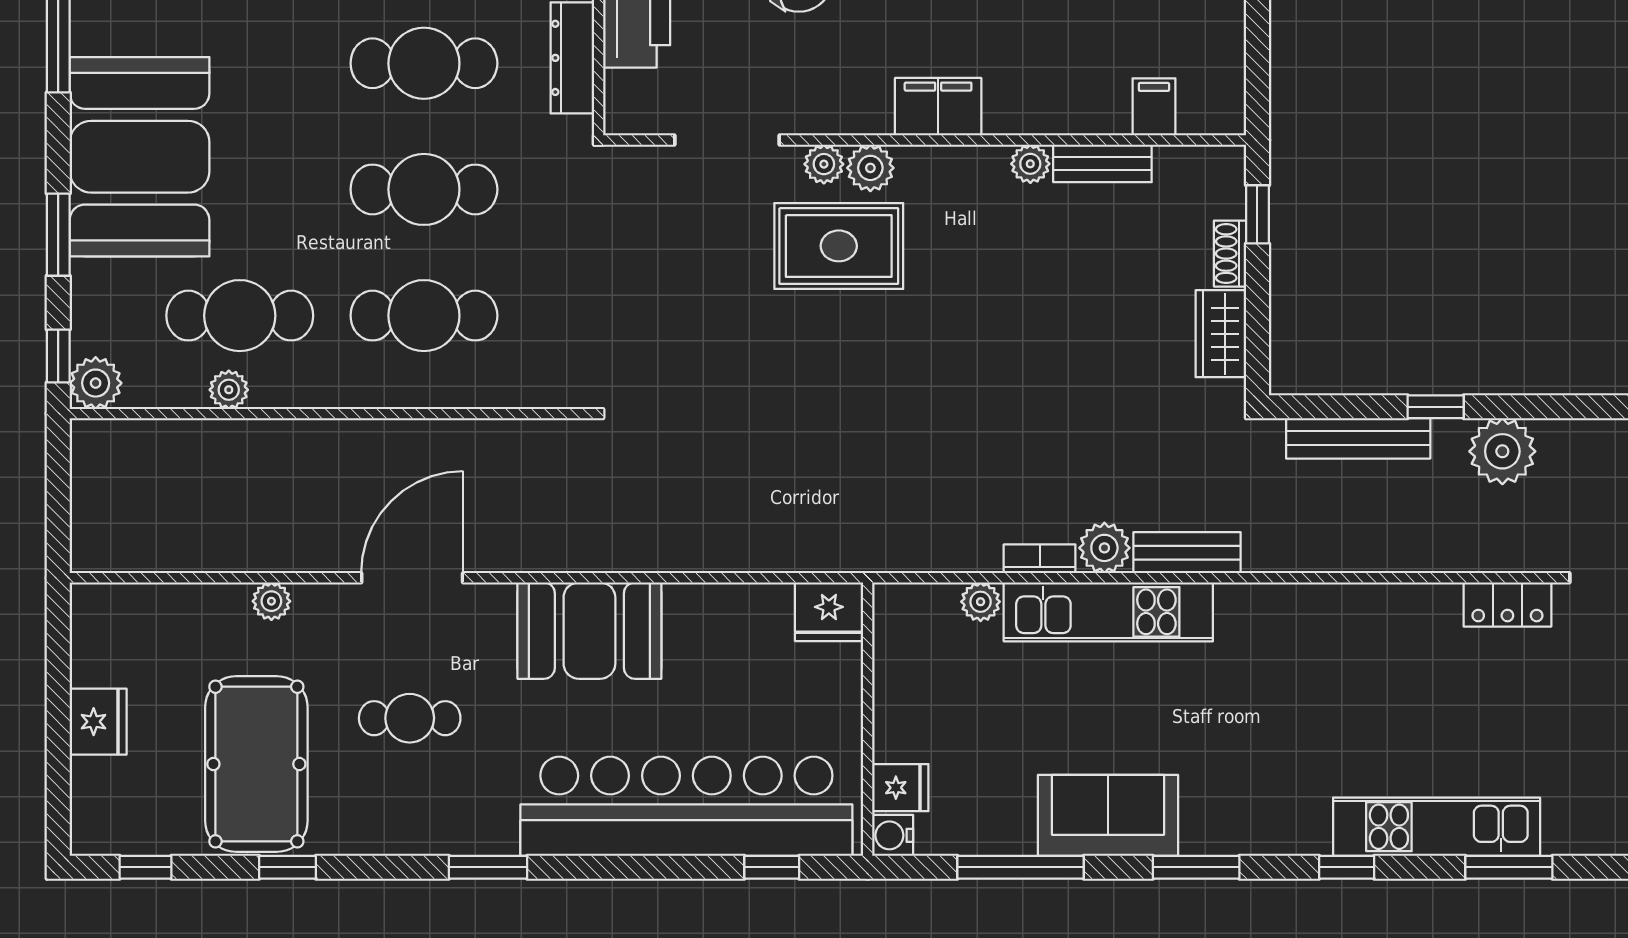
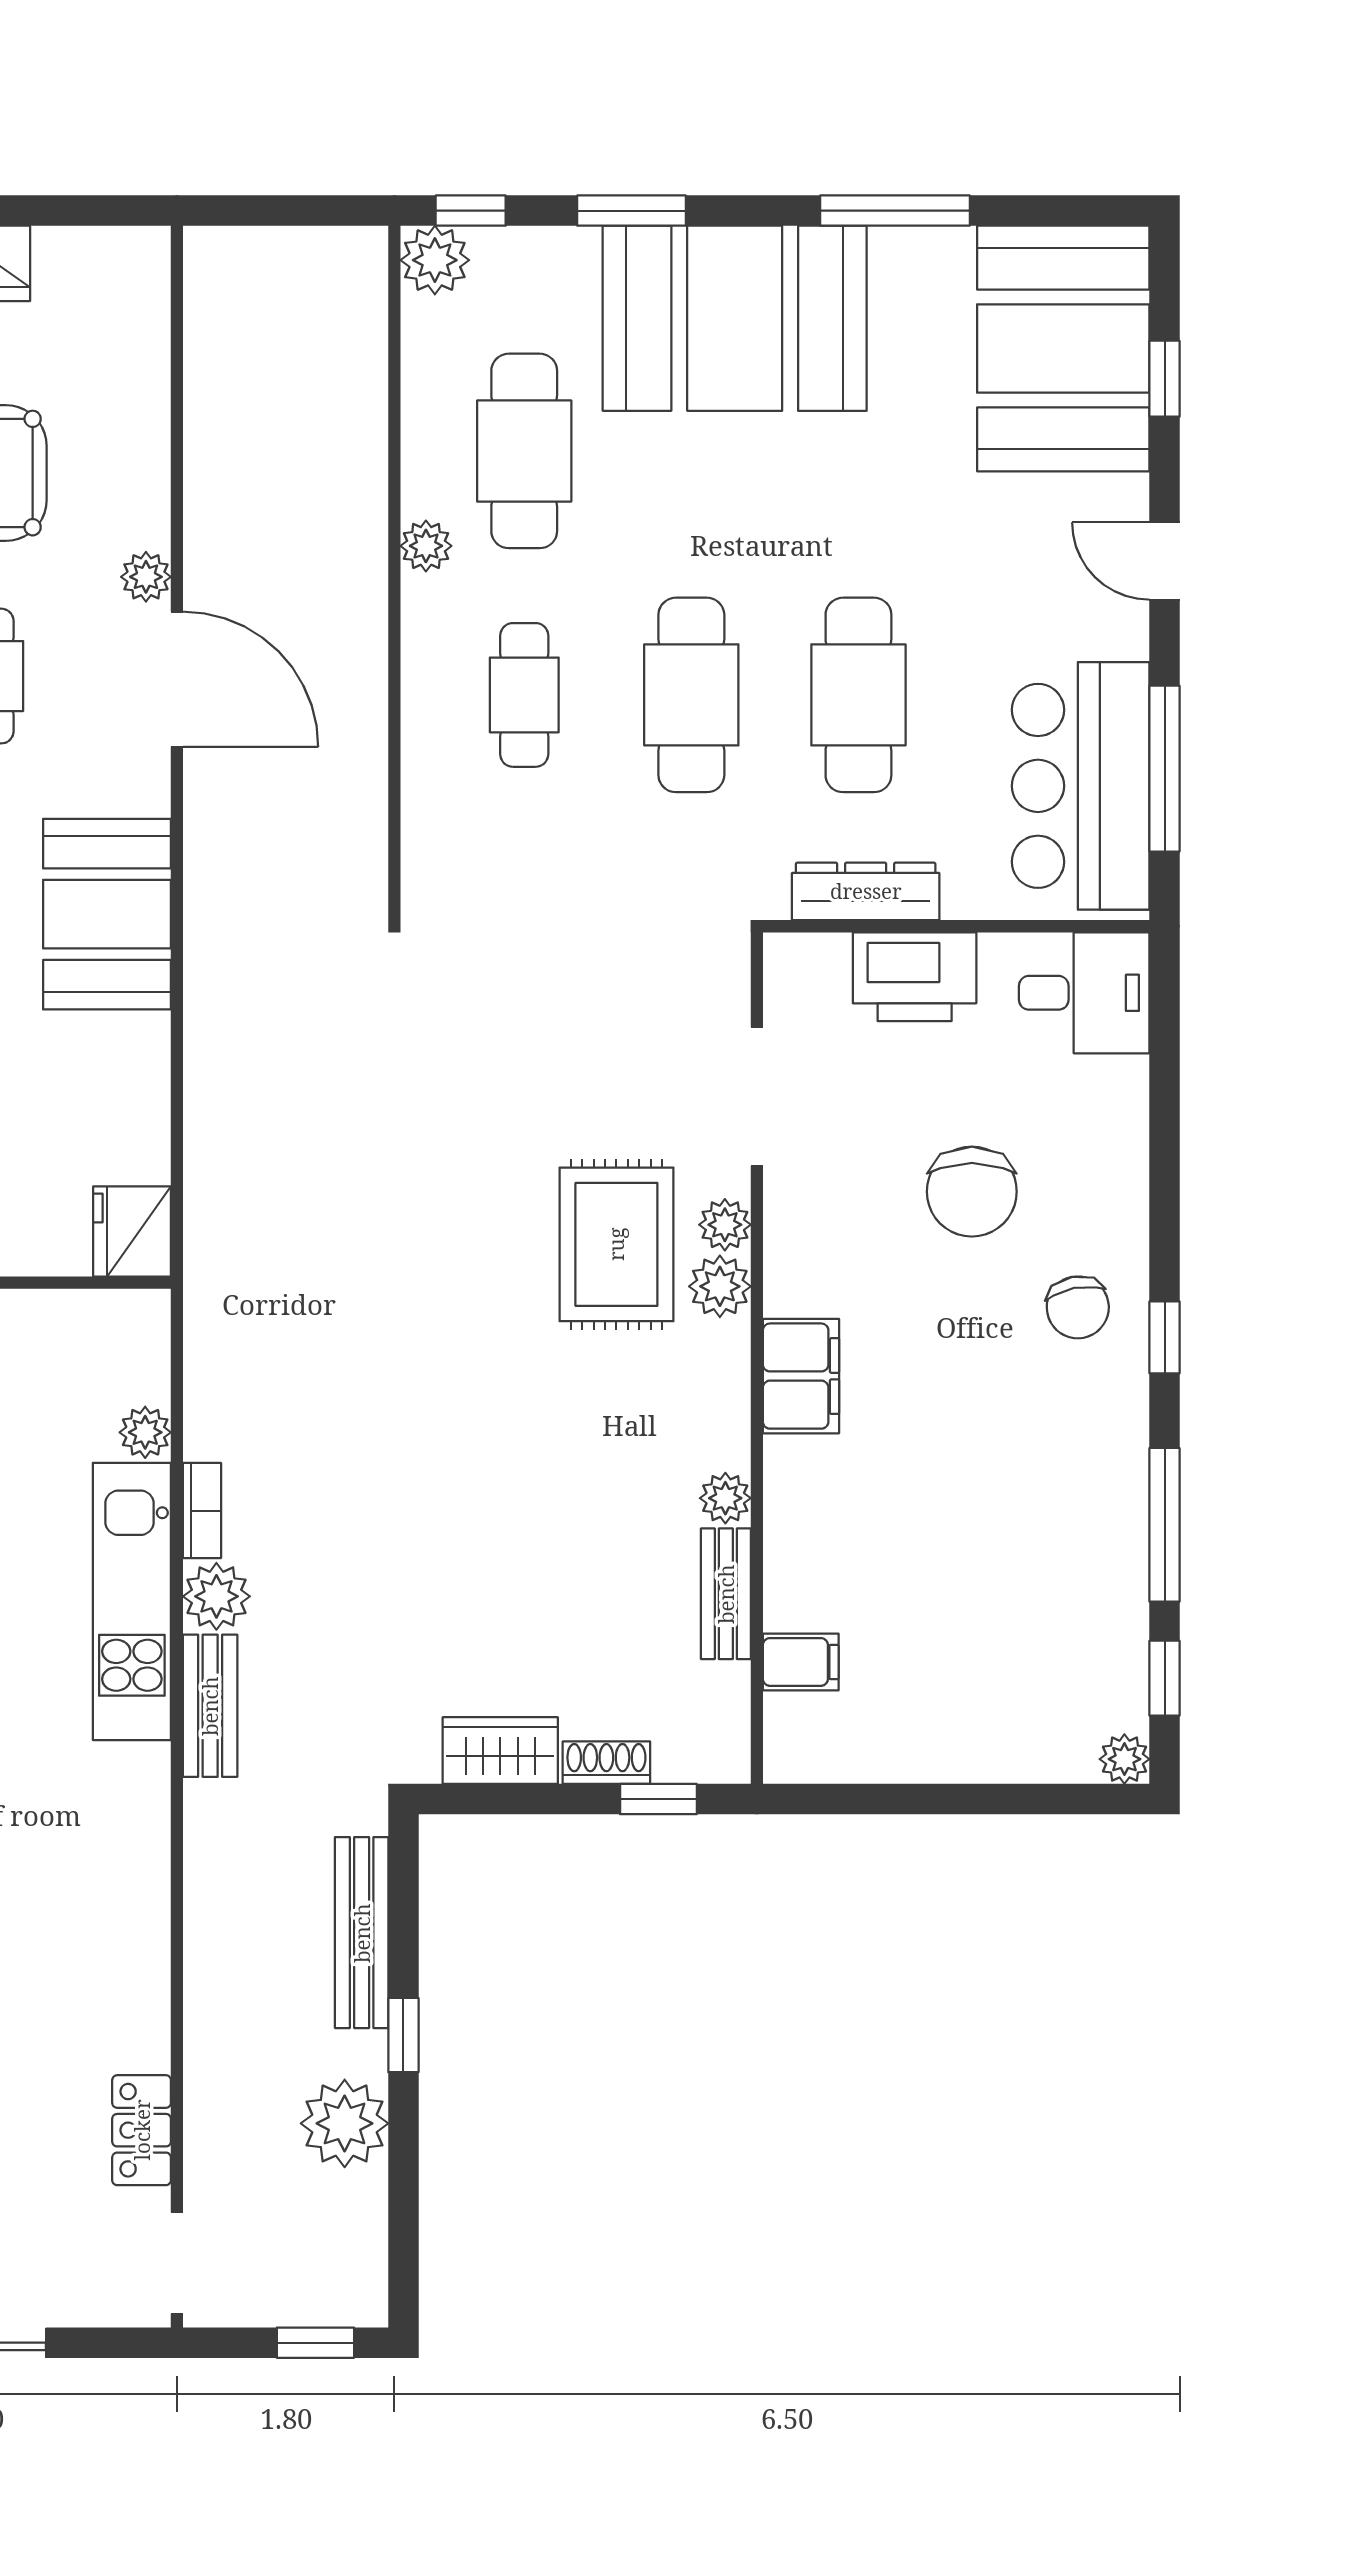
cafe table: (424, 316) -> (524, 695), width x0.73, depth x0.74
plant: (229, 390) -> (426, 546), moved
plant: (271, 601) -> (146, 577), moved

